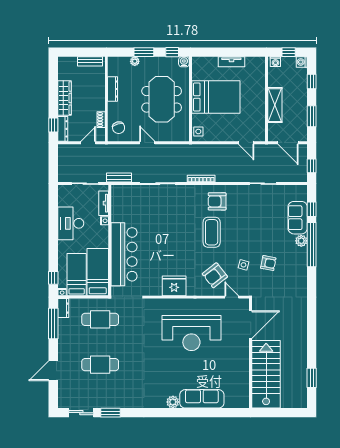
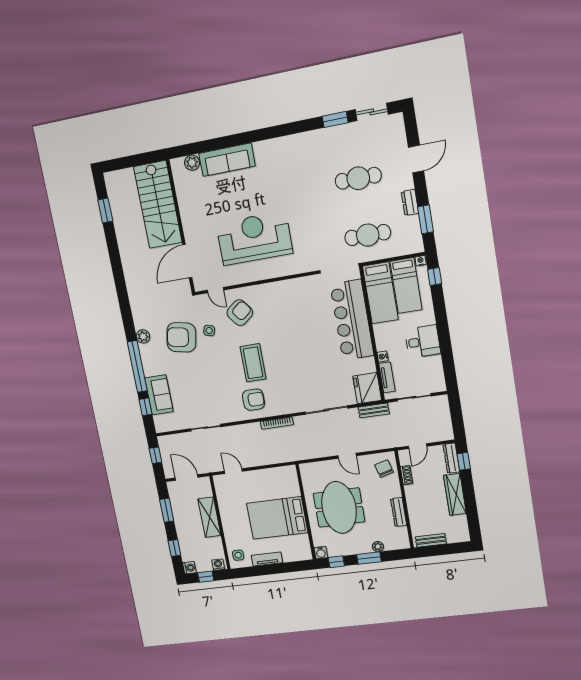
side table: (198, 132) -> (238, 555), moved
desk: (71, 223) -> (423, 342), width x0.73
plant: (301, 241) -> (143, 336), moved
armchair: (268, 263) -> (181, 337), width x1.88, depth x1.88
fridge: (174, 286) -> (367, 388), moved, turned 90
dresser: (63, 308) -> (410, 202), moved
window: (53, 323) -> (426, 219), width x0.69
plant: (173, 402) -> (192, 163), moved

